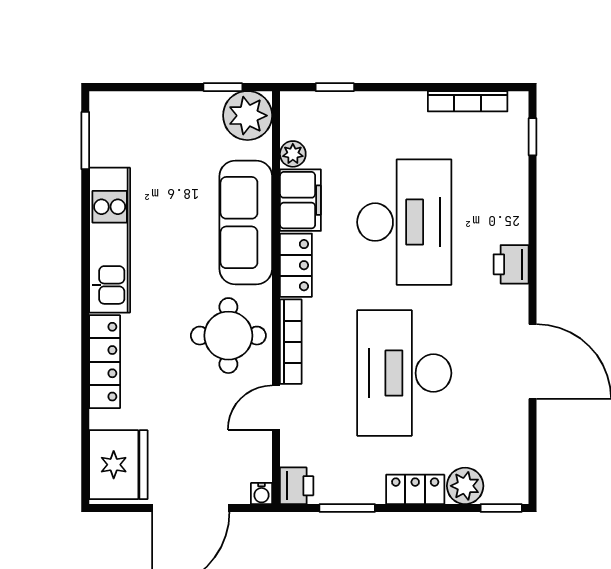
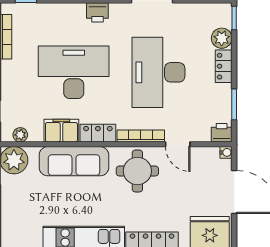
plant: (293, 154) -> (20, 135), moved
desk: (404, 373) -> (158, 72), turned 90

